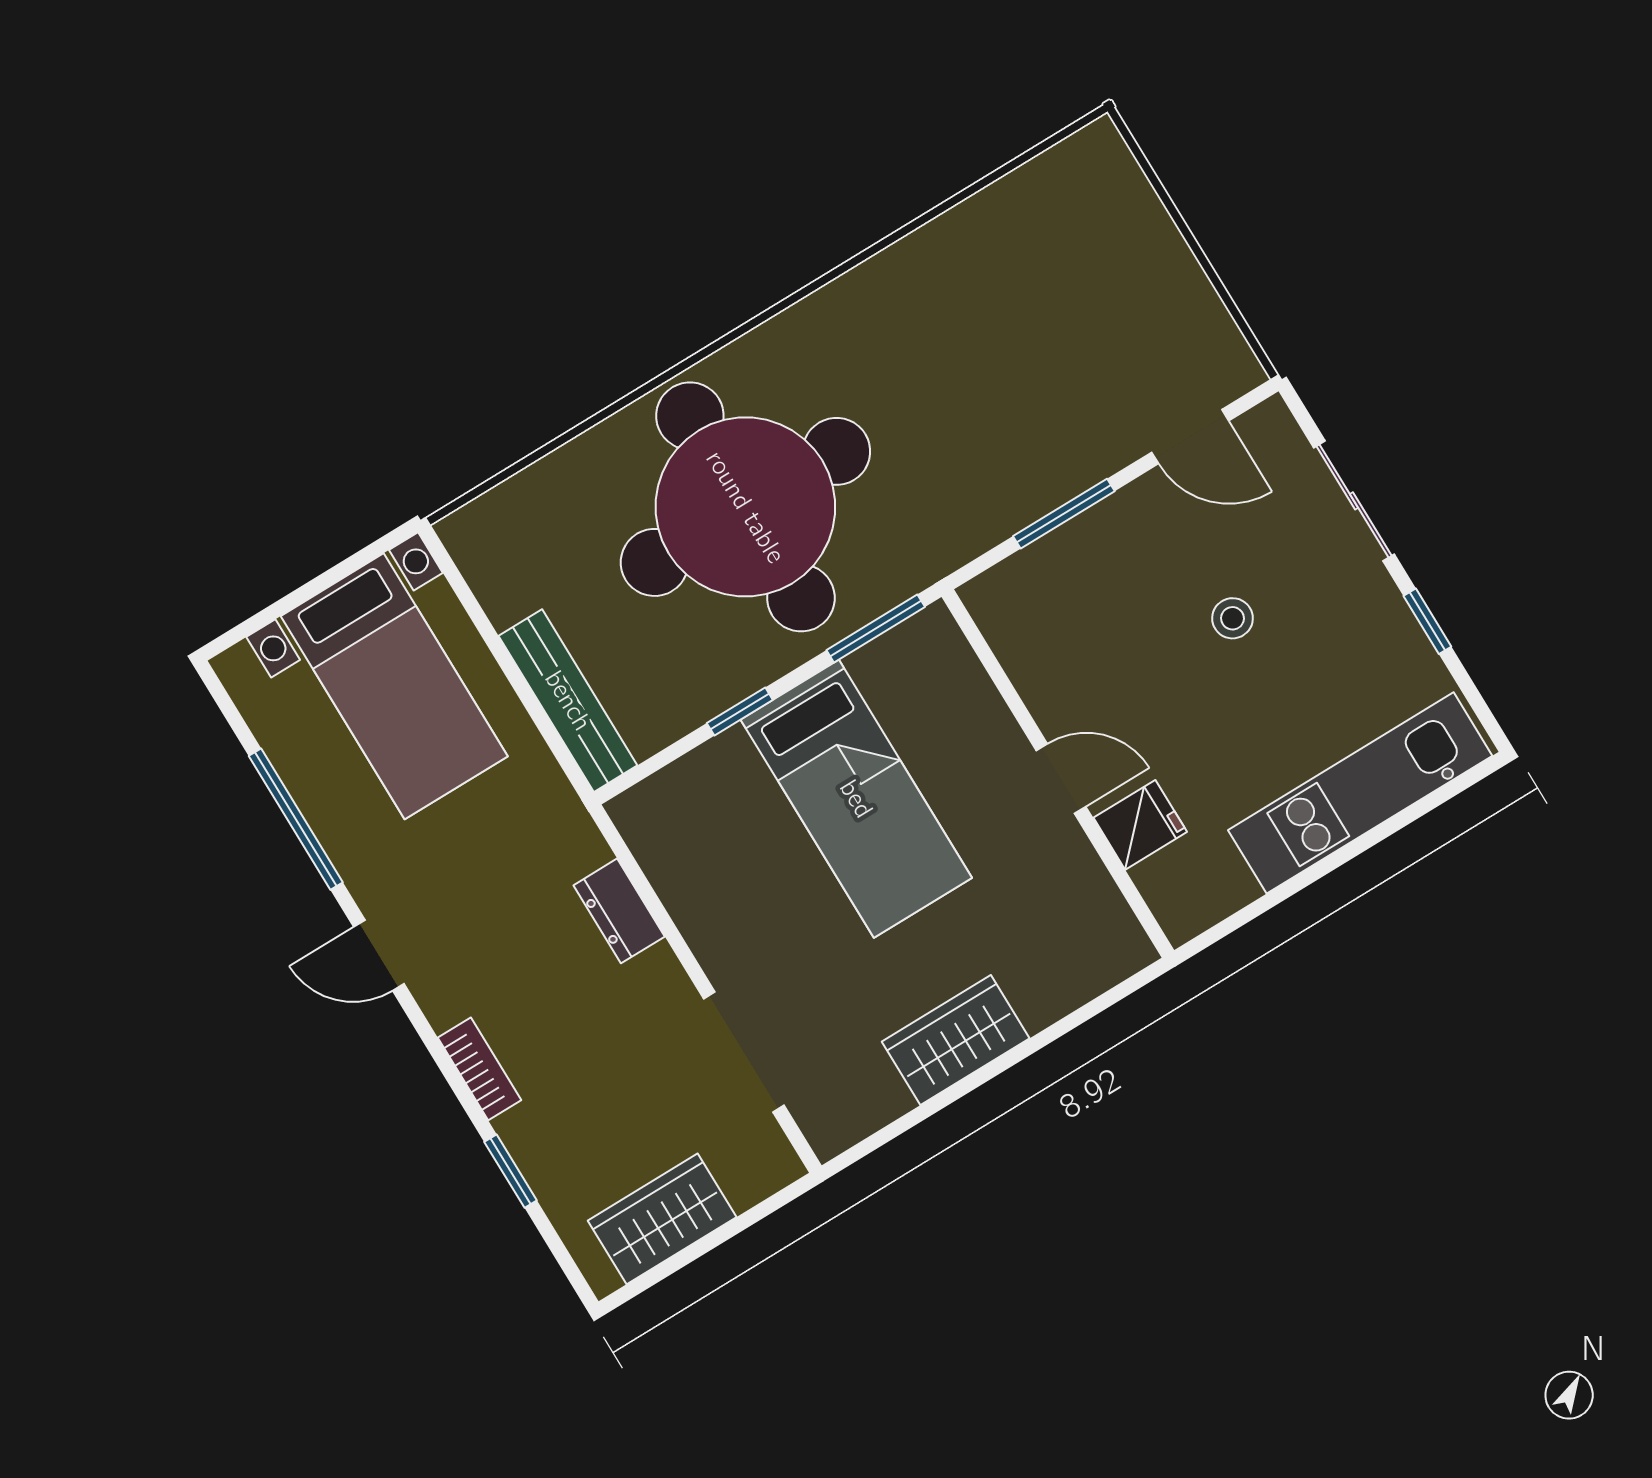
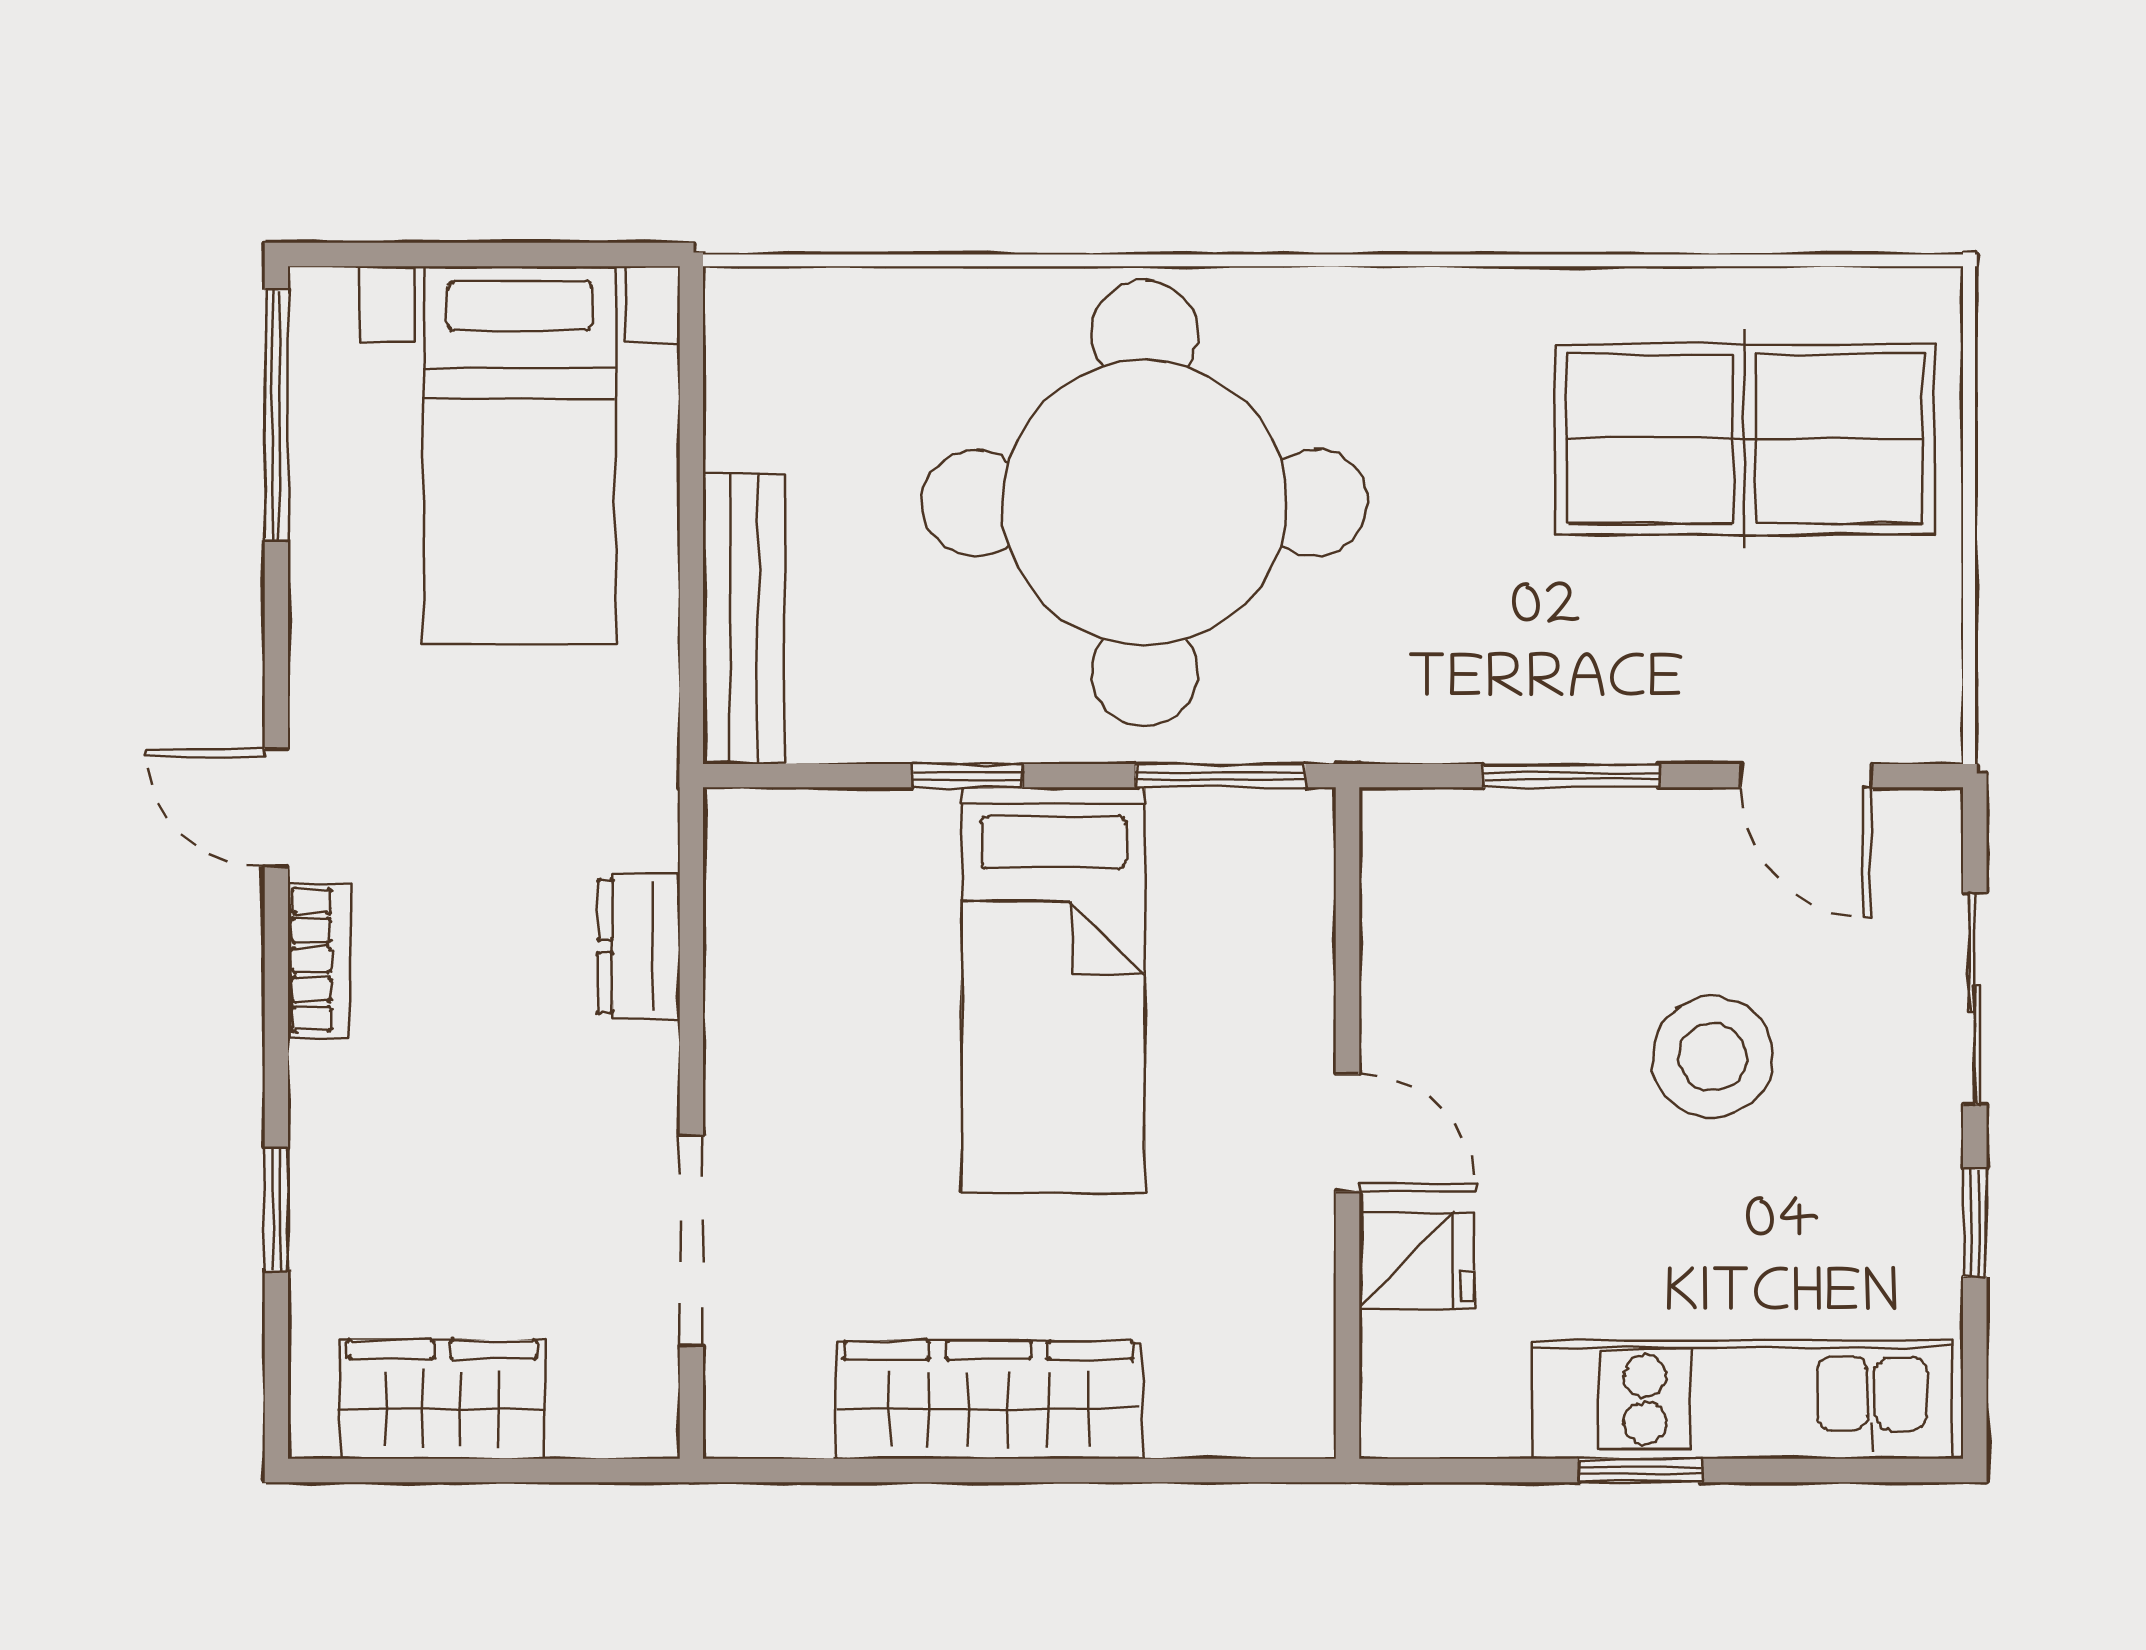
table tennis table: (1047, 276) -> (1745, 439), added
stool: (1232, 618) -> (1713, 1057), width x1.89, depth x1.89
window: (296, 819) -> (276, 415), moved
window: (1329, 864) -> (1641, 1470), added
wardrobe: (956, 1040) -> (988, 1400), width x1.50
bookcase: (479, 1069) -> (319, 960), moved

